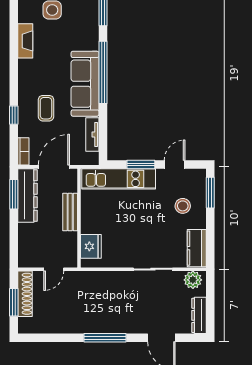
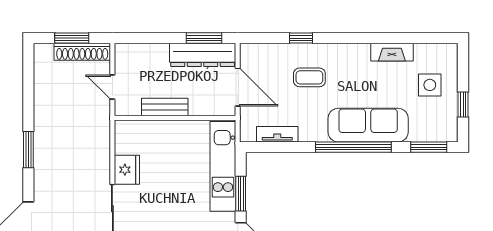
sofa: (85, 84) -> (368, 125), moved
bookcase: (23, 151) -> (256, 50), removed
bench: (70, 212) -> (165, 107), moved
fridge: (91, 246) -> (127, 170), moved, turned -90
window: (105, 338) -> (28, 150), width x0.69

